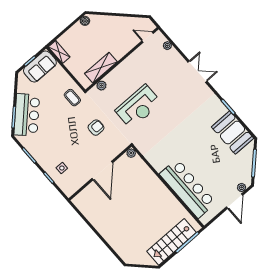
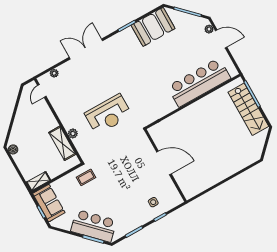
double door: (197, 72) -> (86, 49), width x1.37
plant: (101, 86) -> (73, 133), moved
reception desk: (138, 107) -> (108, 114), turned 90
armchair: (96, 128) -> (120, 160), removed
plant: (131, 153) -> (153, 131), removed

